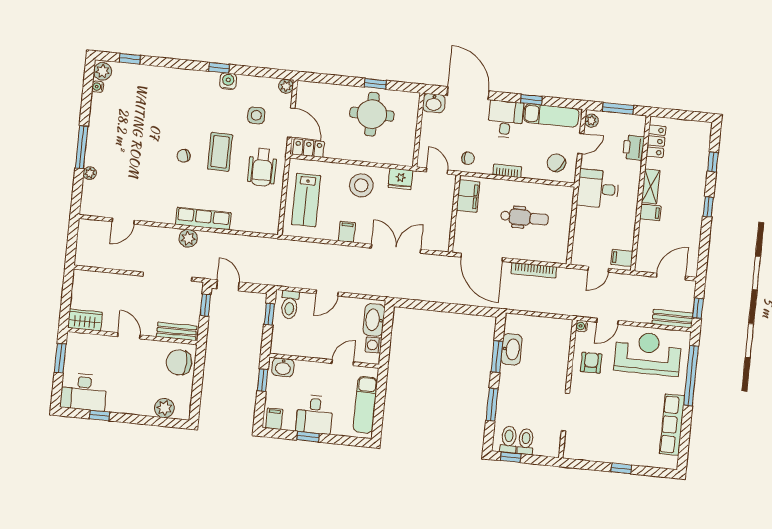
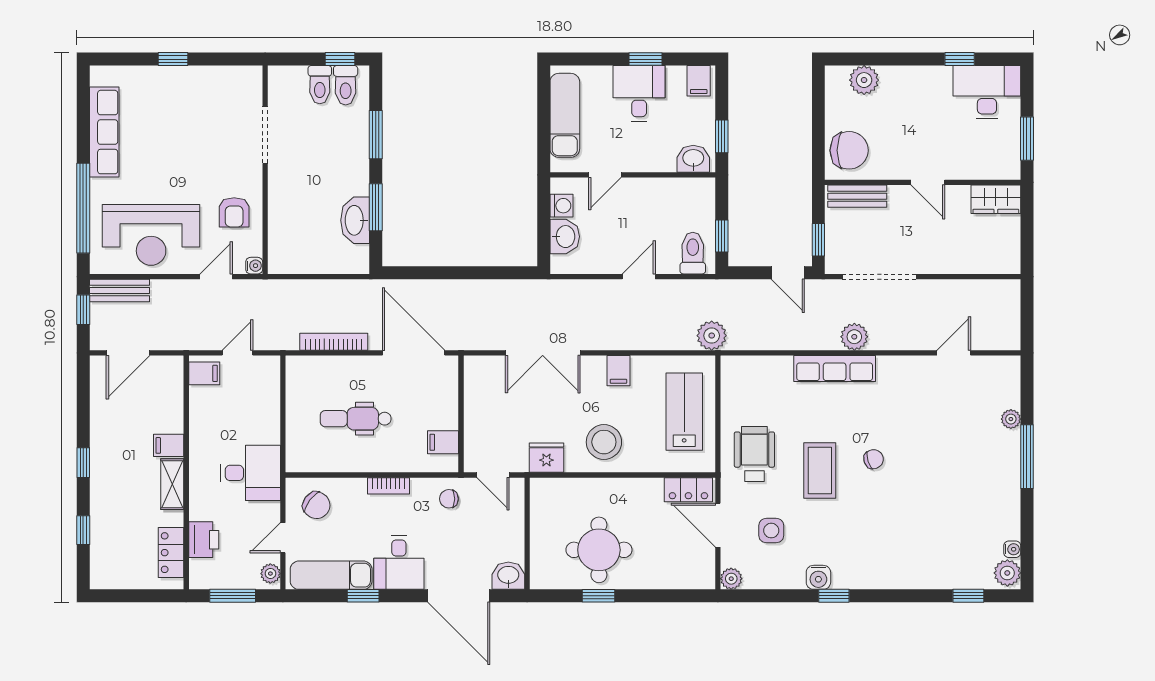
filing cabinet: (468, 196) -> (443, 442), width x0.50
plant: (283, 249) -> (712, 336), added
washbasin: (374, 320) -> (565, 237), width x0.72

